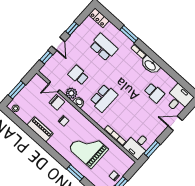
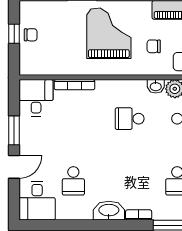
school desk: (154, 93) -> (73, 181), turned -90
school desk: (104, 98) -> (130, 119), width x0.54
grand piano: (88, 149) -> (109, 33), moved, turned -90
window: (152, 149) -> (14, 130), moved

